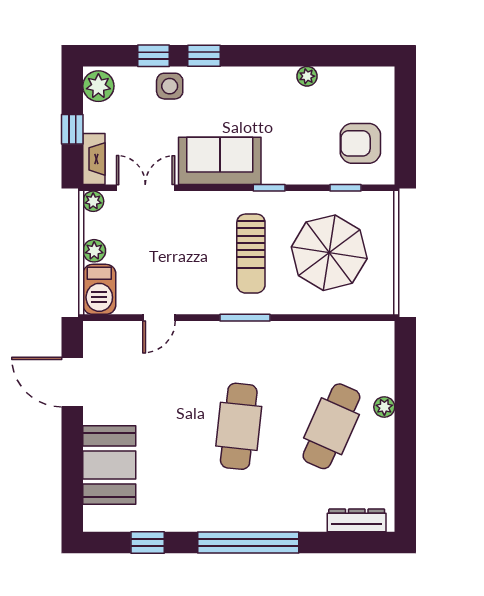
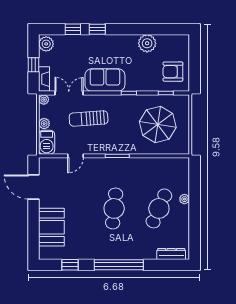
plant: (307, 76) -> (147, 43), width x1.88, depth x1.88
side table: (170, 86) -> (81, 44), removed
sun lounger: (251, 254) -> (89, 118), moved, turned 86

